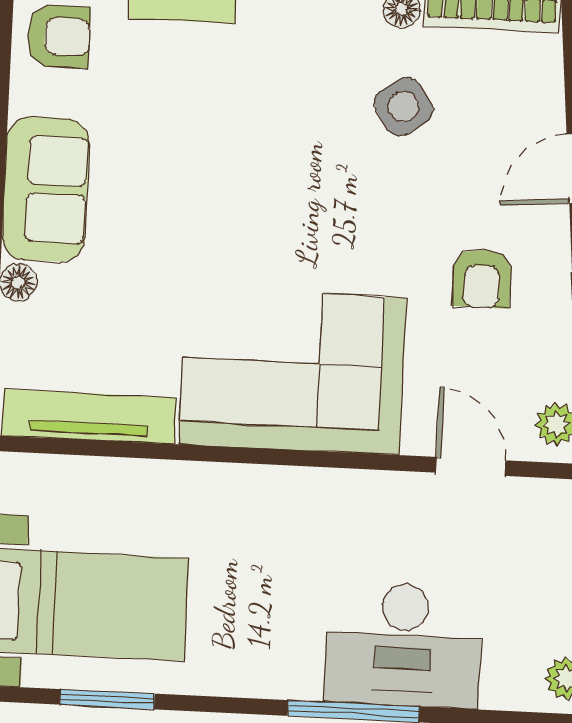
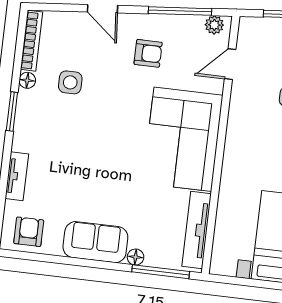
side table: (404, 107) -> (70, 82), turned 34

